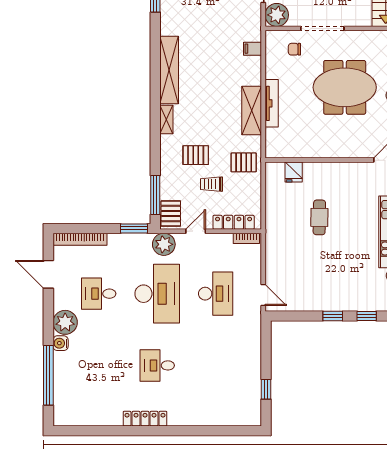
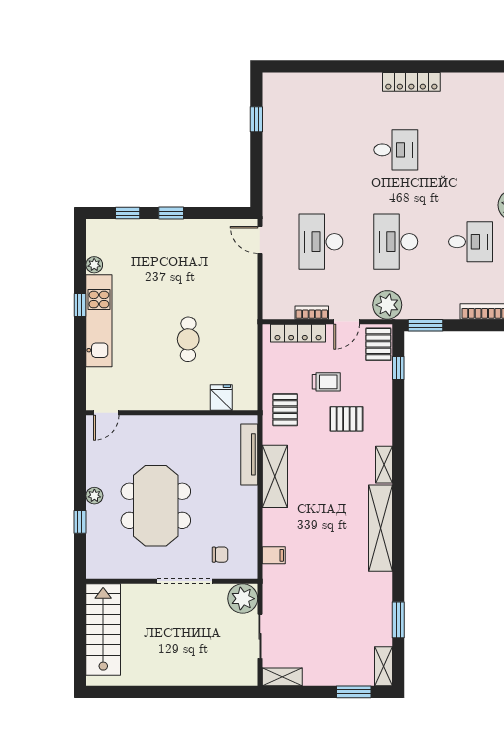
meeting table: (345, 87) -> (156, 506), turned 90
tv unit: (272, 103) -> (249, 454), moved
pallet: (244, 162) -> (285, 410), turned 90
window: (155, 195) -> (398, 368), width x0.46
bookcase: (246, 238) -> (312, 313), moved
desk: (157, 294) -> (396, 242), width x0.73, depth x0.77

